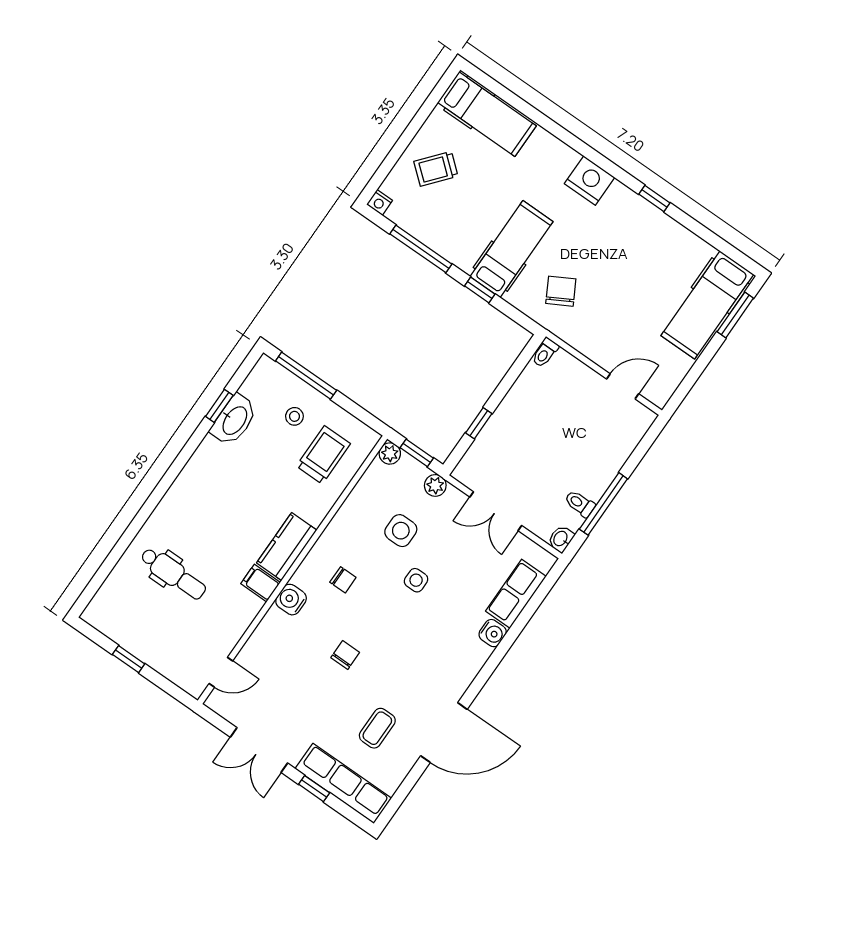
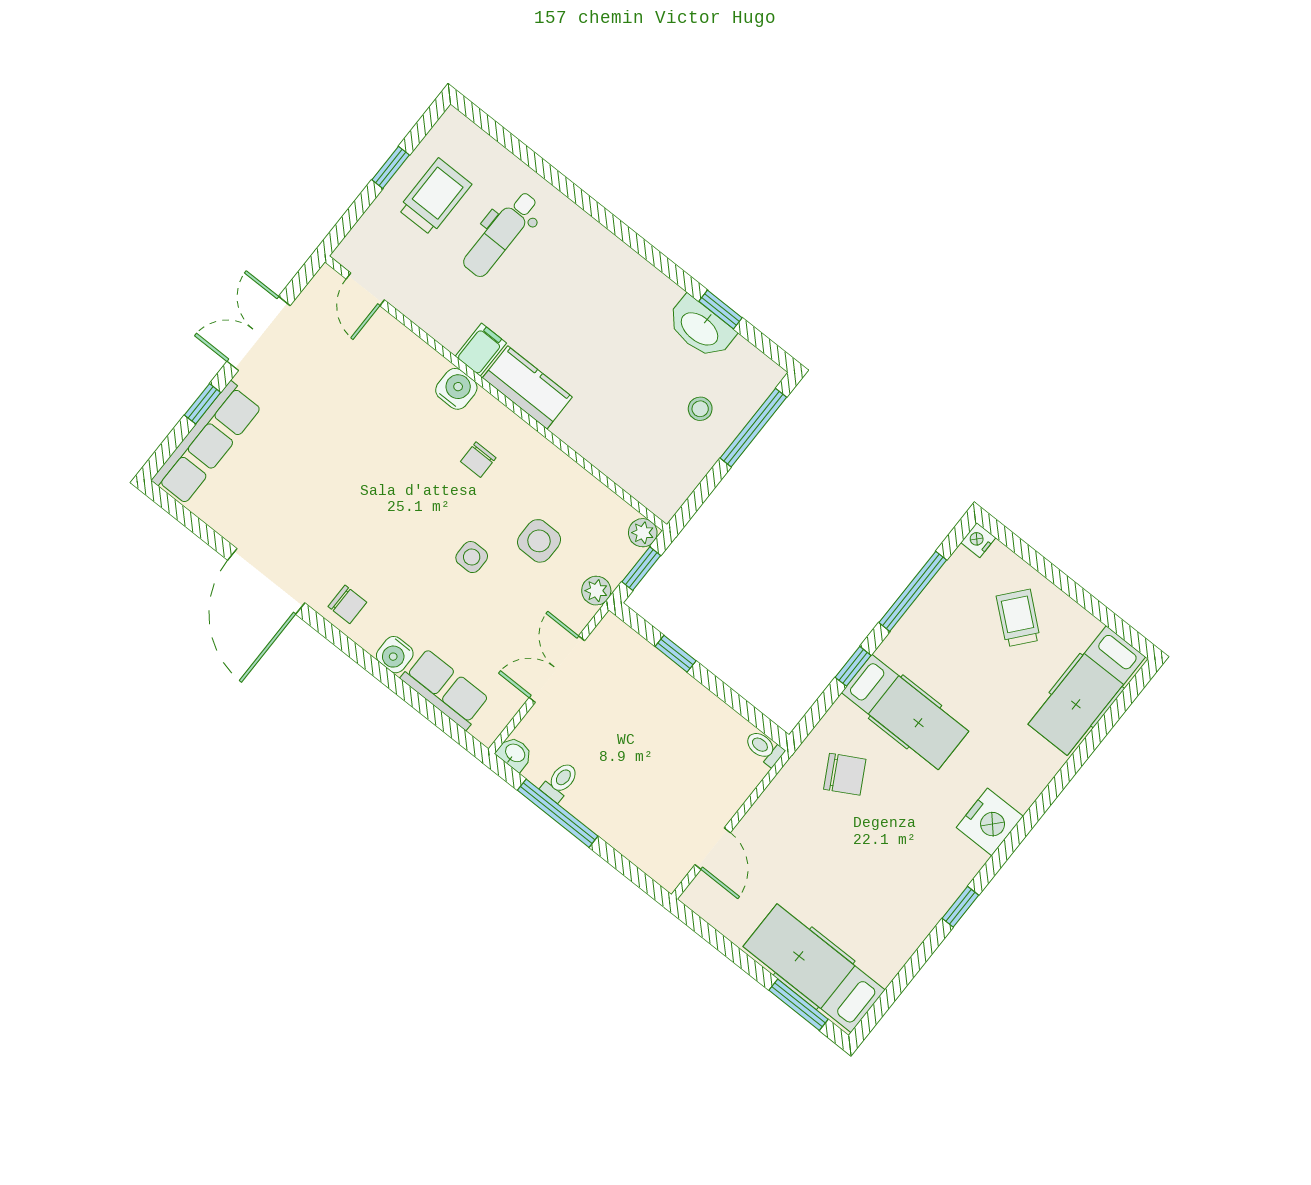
trolley: (323, 455) -> (435, 197), moved, turned -90
chair: (345, 655) -> (347, 604), moved
coffee table: (377, 728) -> (278, 493), removed

